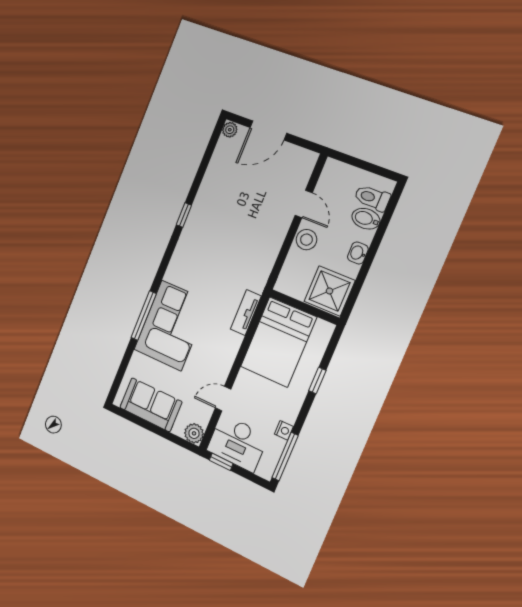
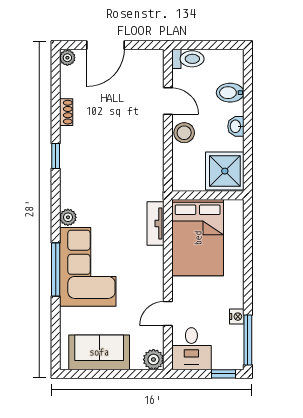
shoe rack: (209, 179) -> (66, 112), added
toilet: (372, 198) -> (188, 59), moved, turned 180
plant: (172, 274) -> (68, 217), added
window: (317, 381) -> (248, 257), removed
desk: (237, 443) -> (191, 349), width x0.73
window: (221, 462) -> (224, 374), moved

